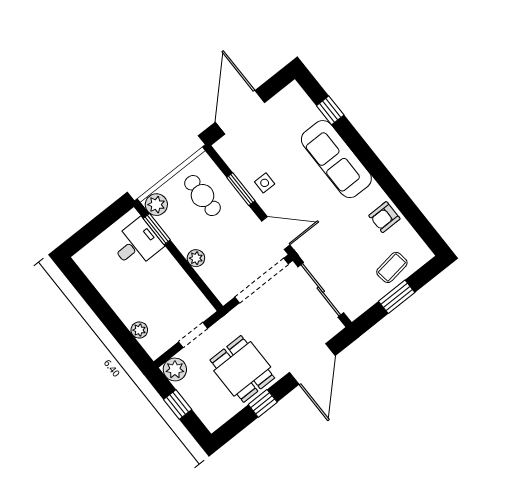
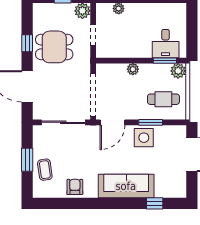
side table: (265, 183) -> (144, 138), width x1.87, depth x1.87

